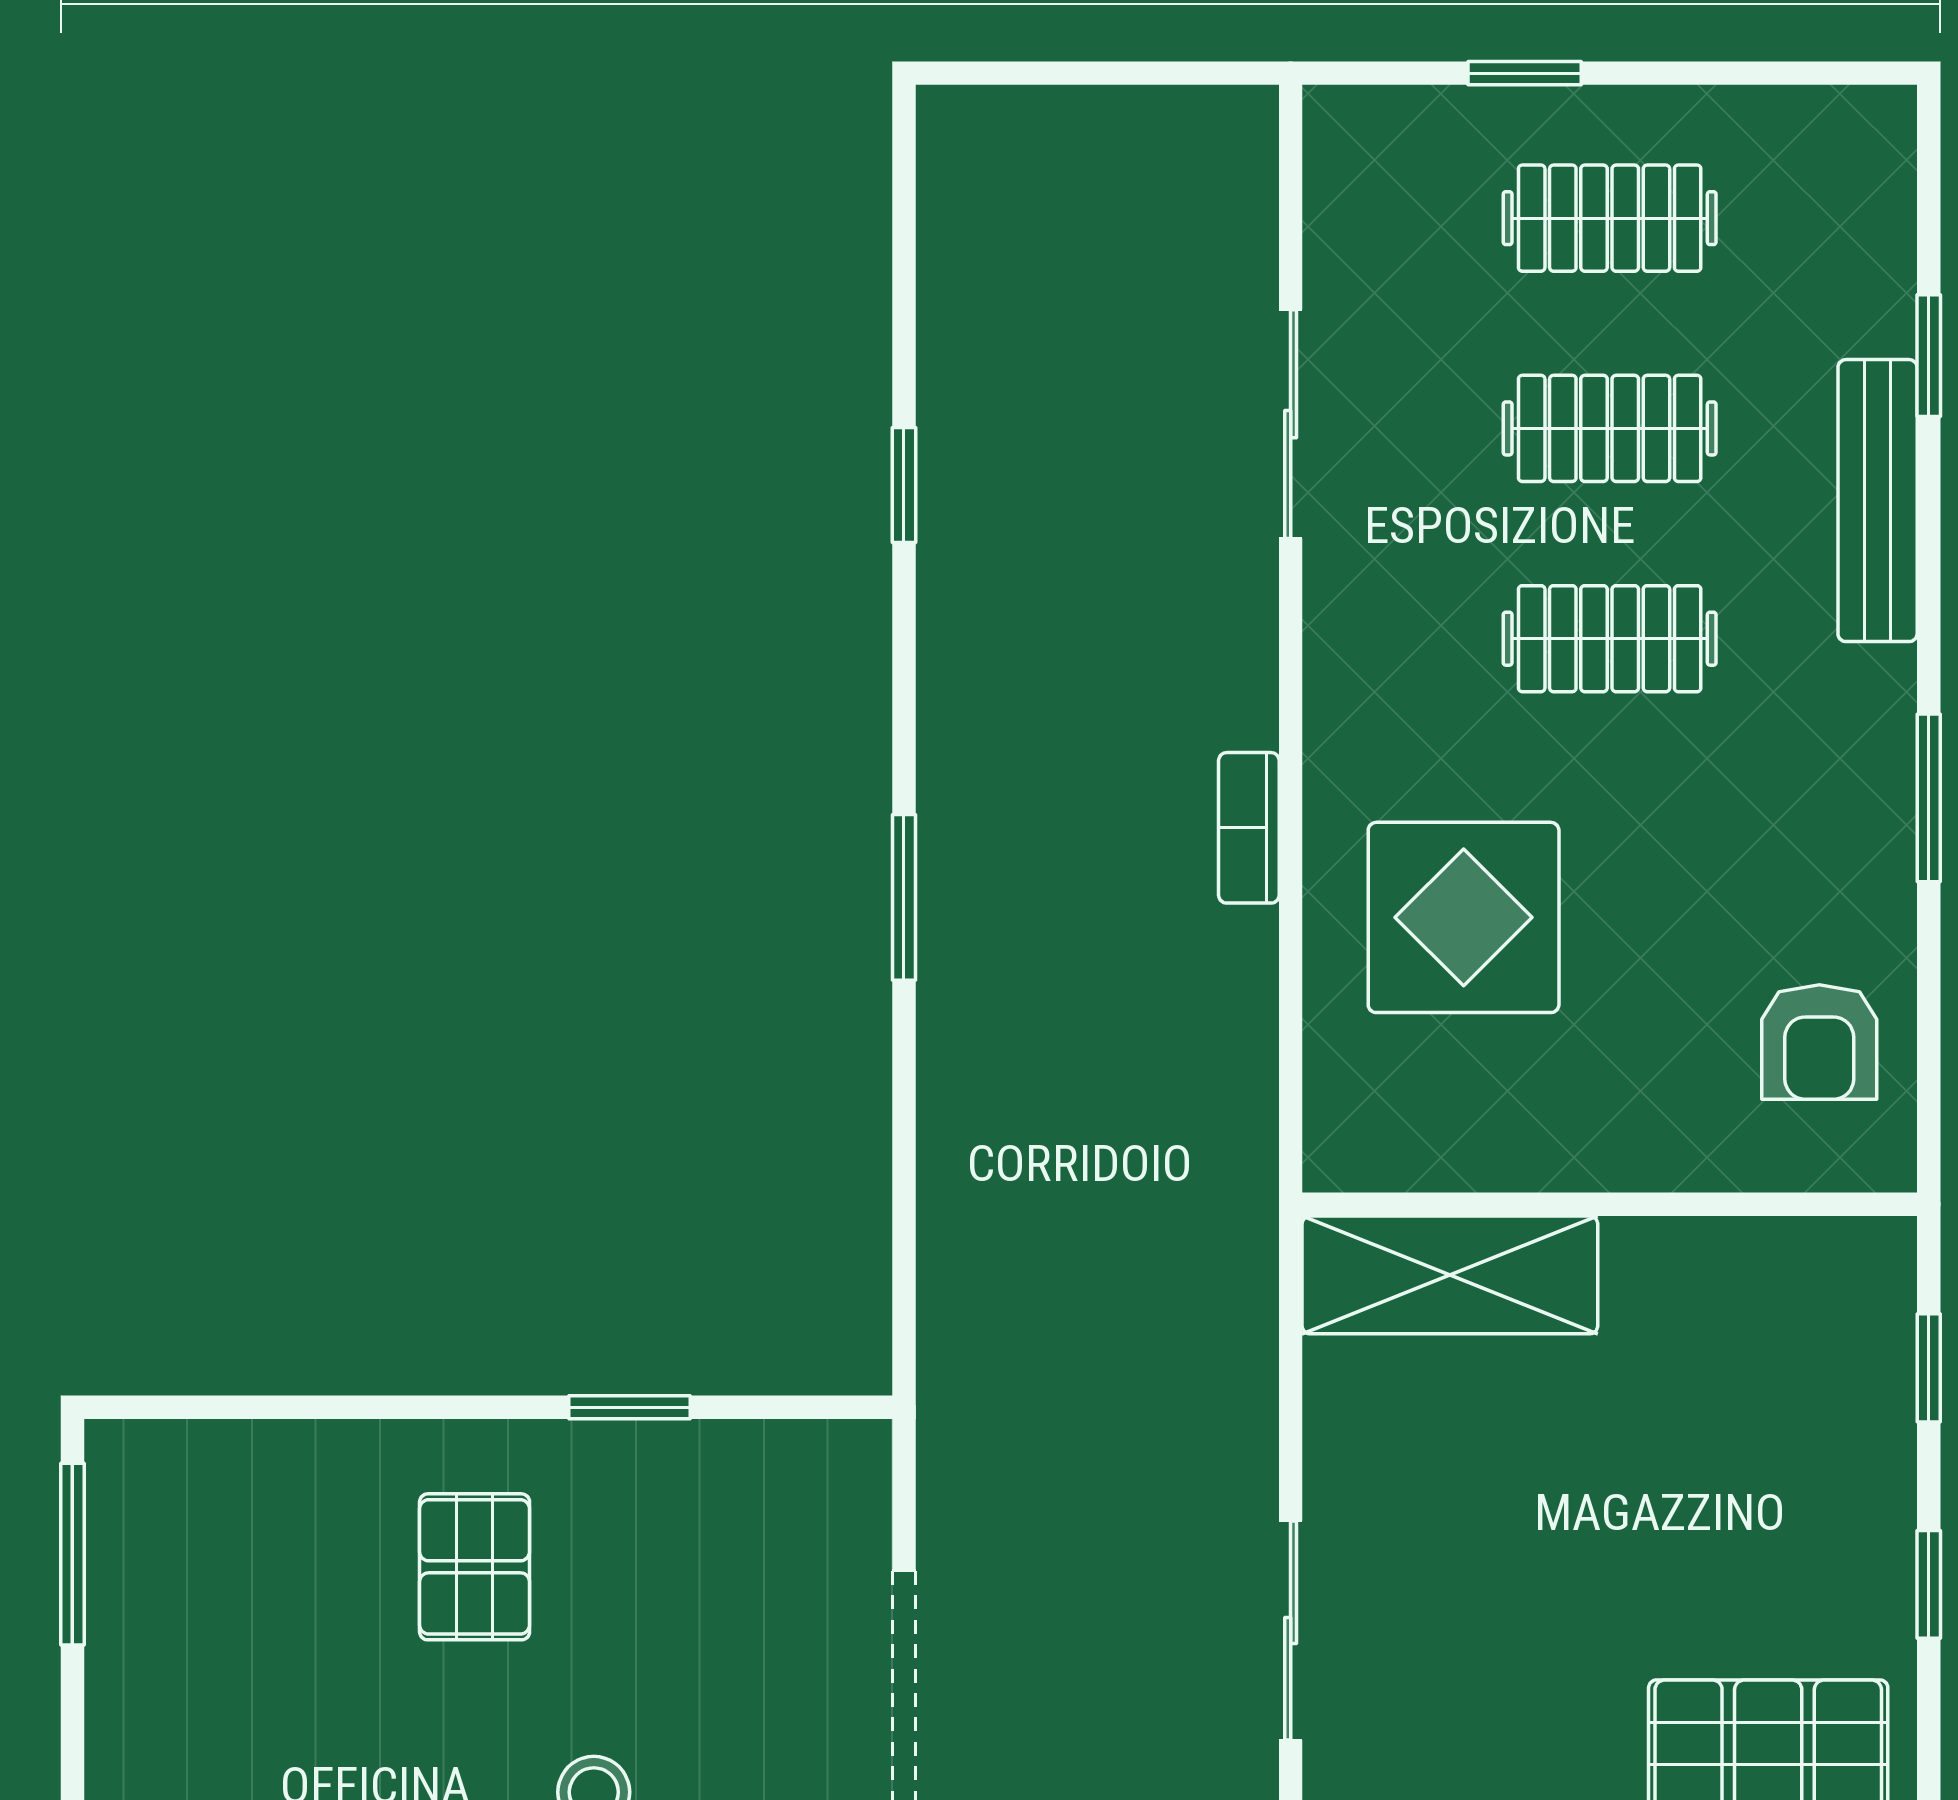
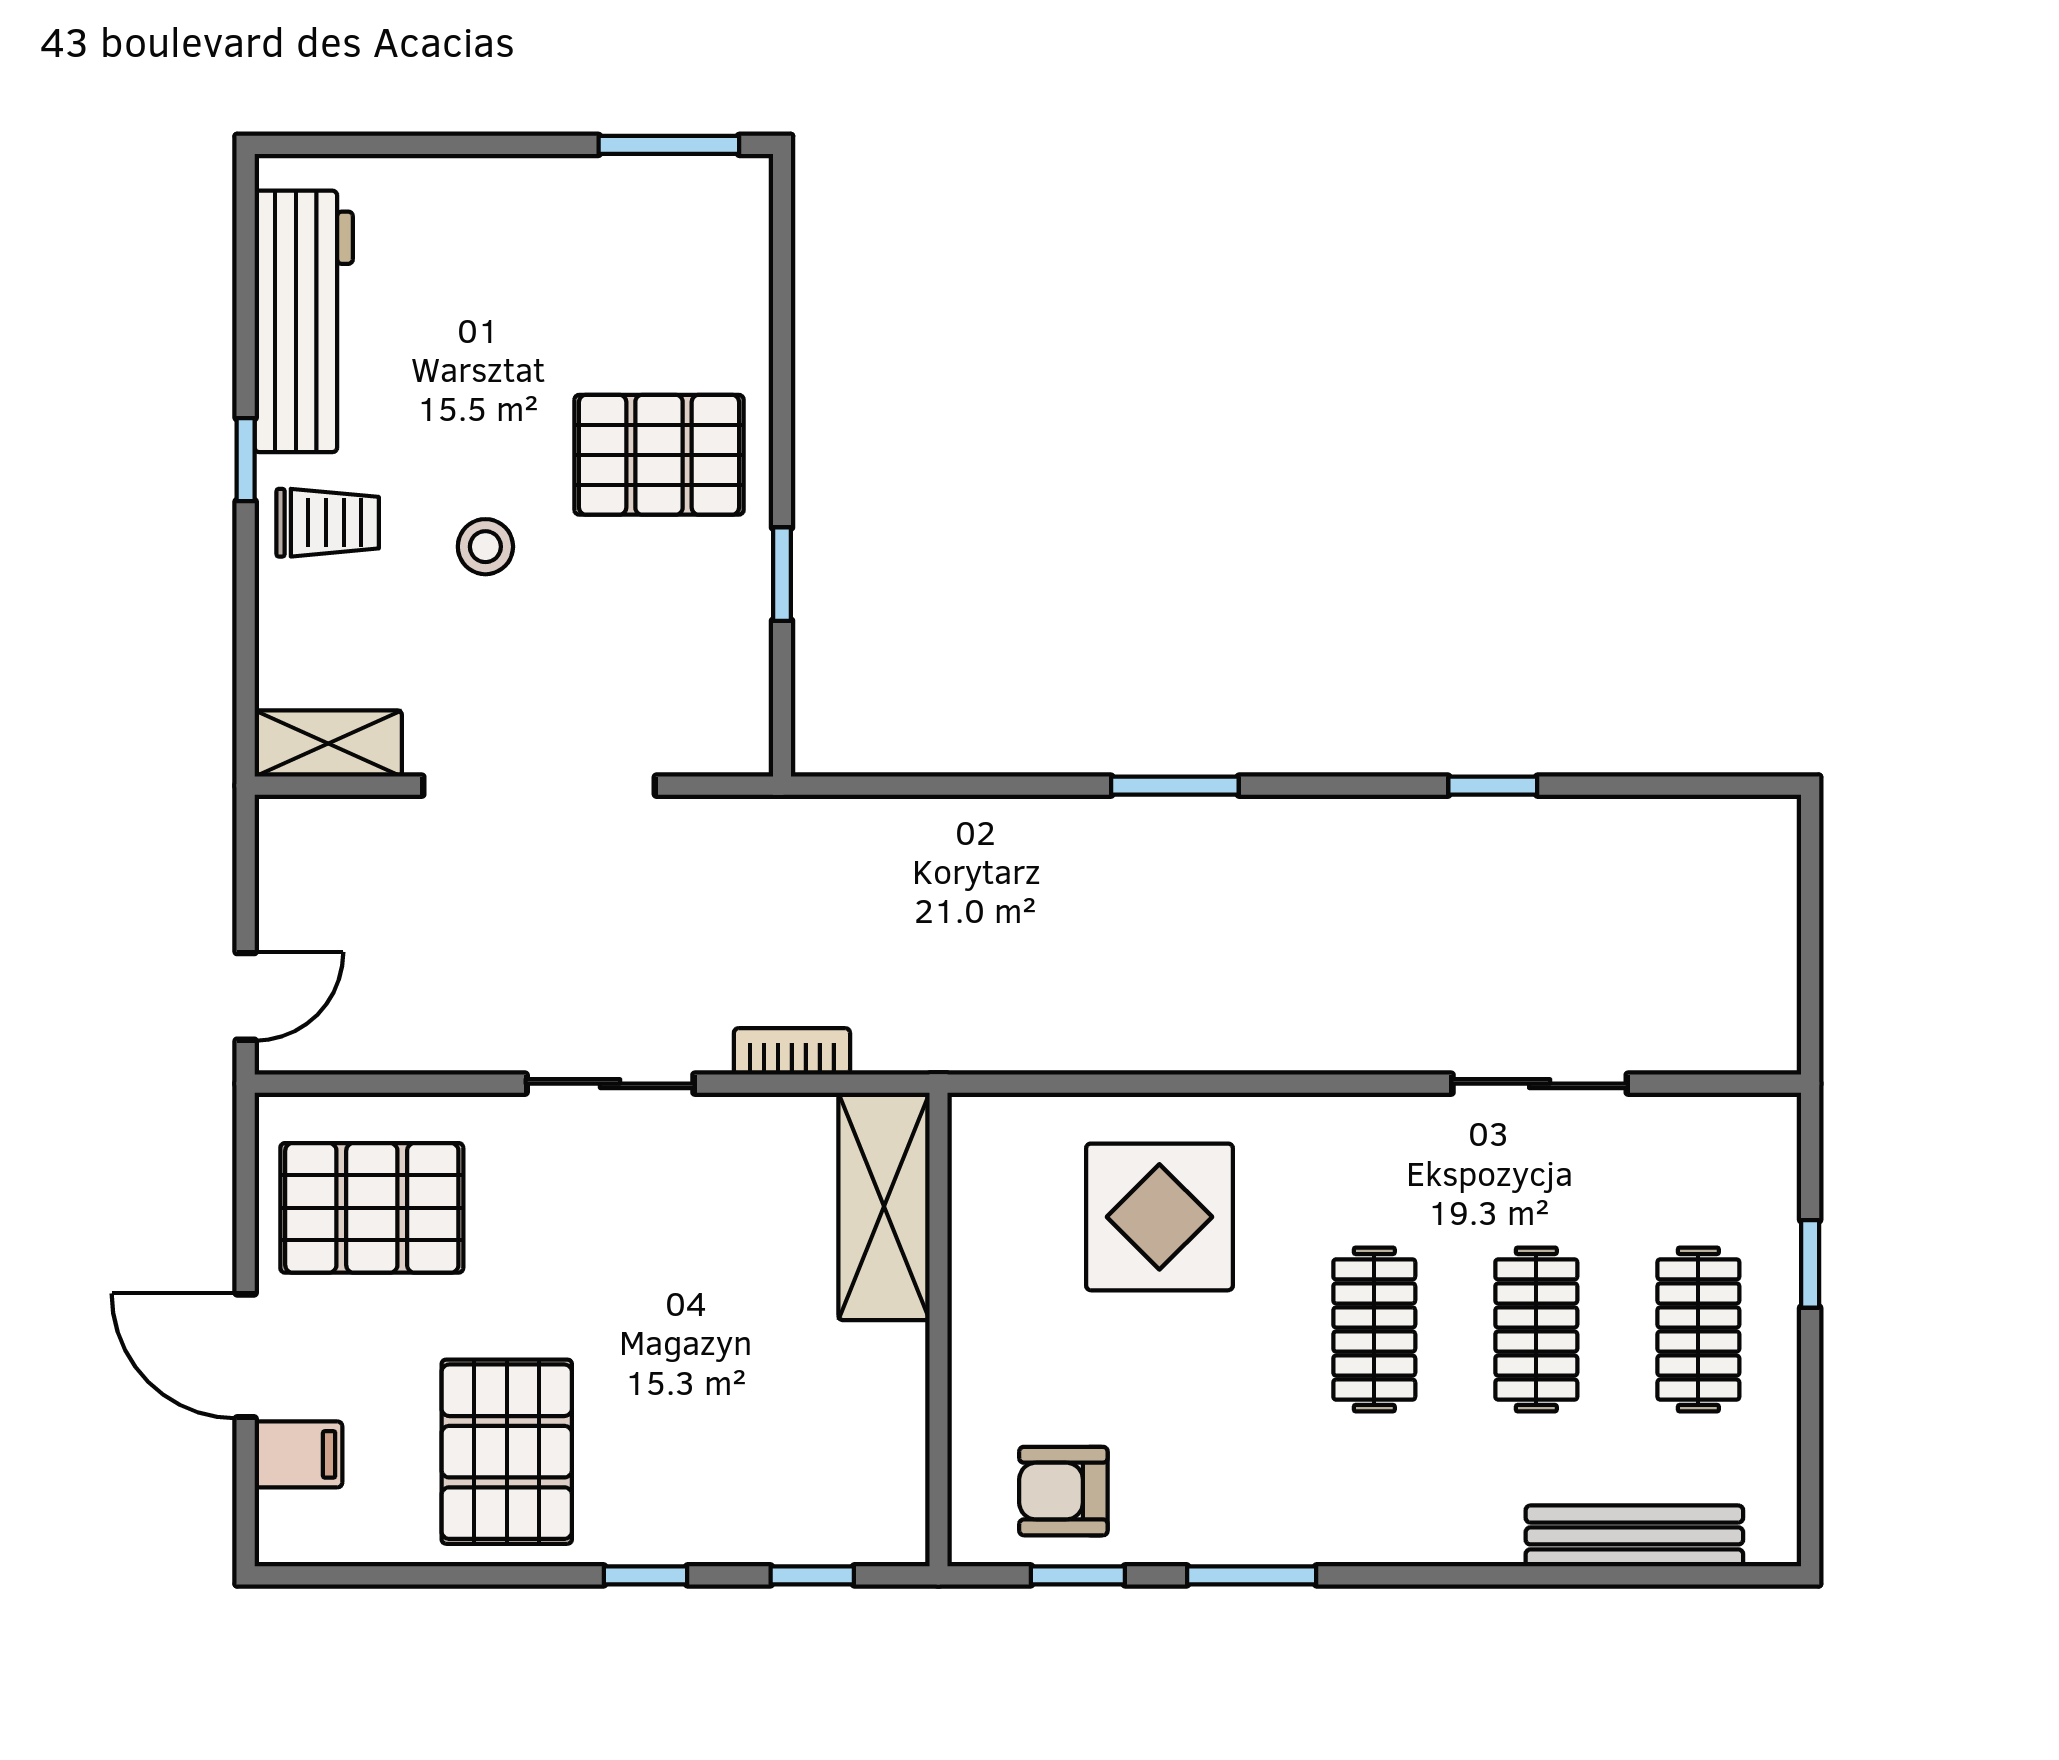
window: (1929, 356) -> (1078, 1575), moved
bench: (1878, 501) -> (1634, 1536), moved
bookcase: (1249, 828) -> (792, 1051), moved
pallet: (475, 1567) -> (659, 455), width x1.50, depth x1.42

